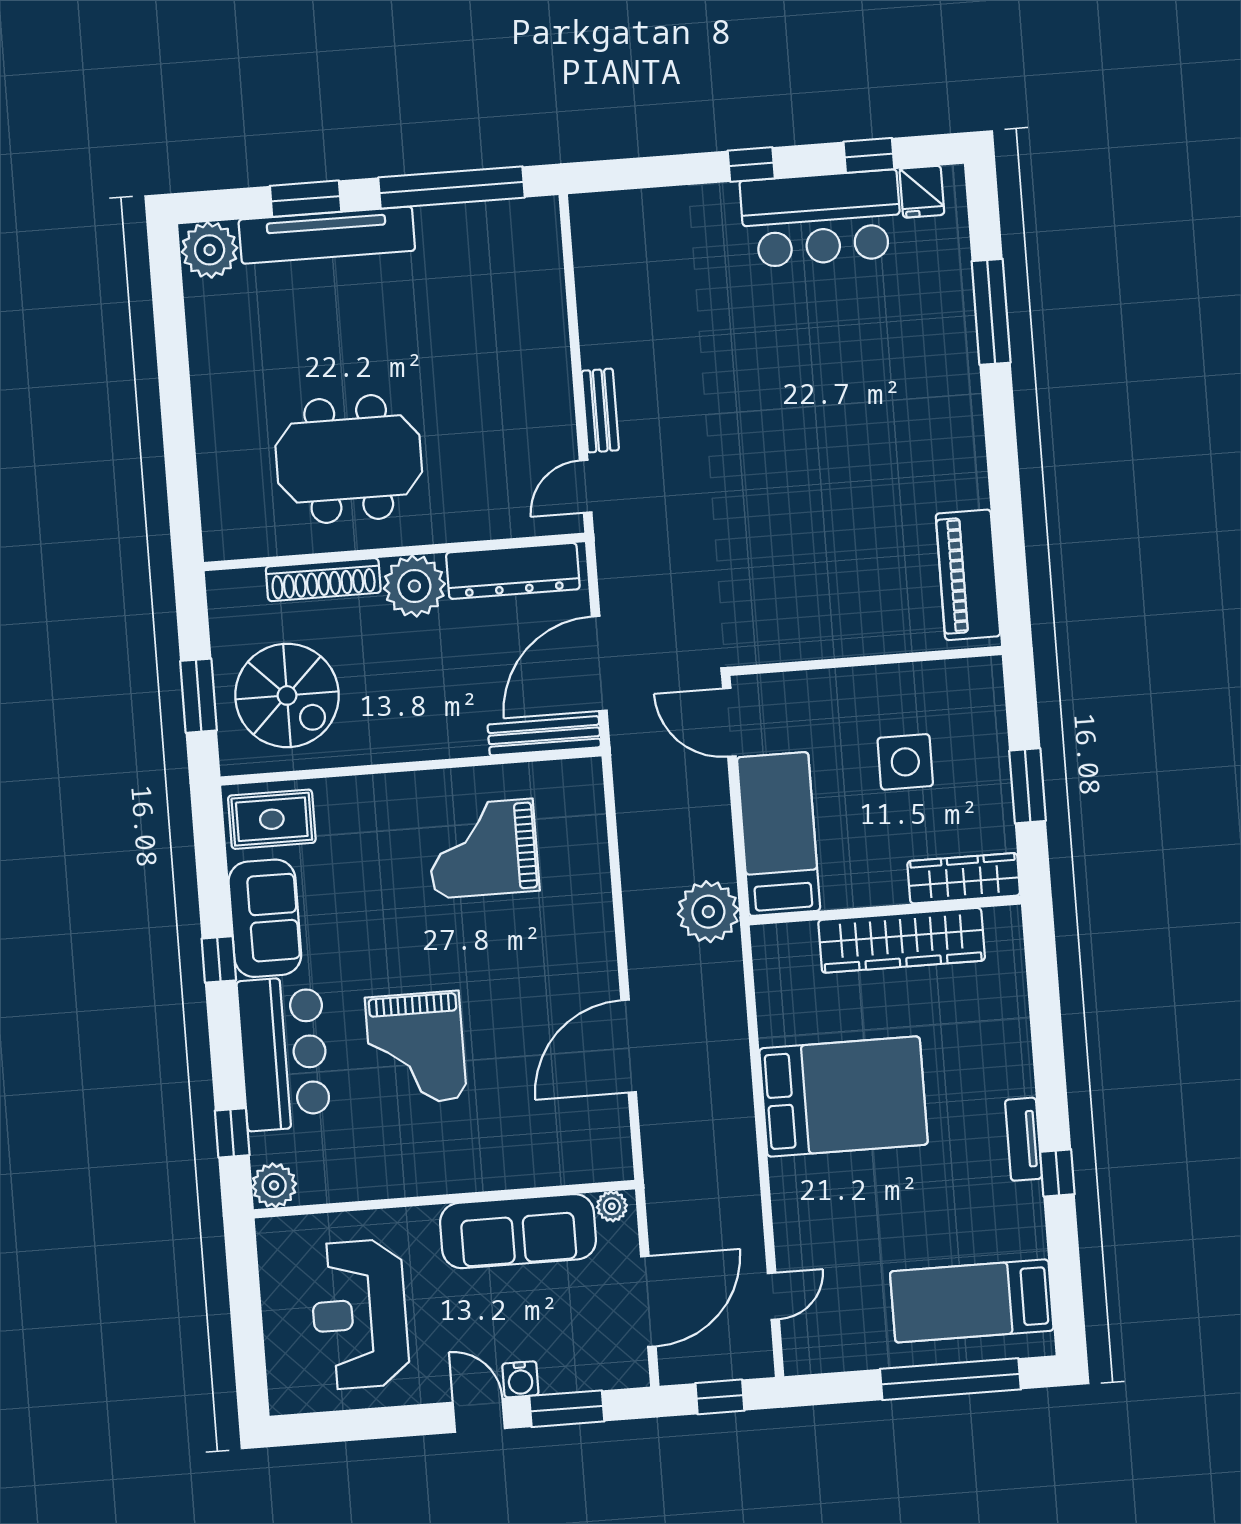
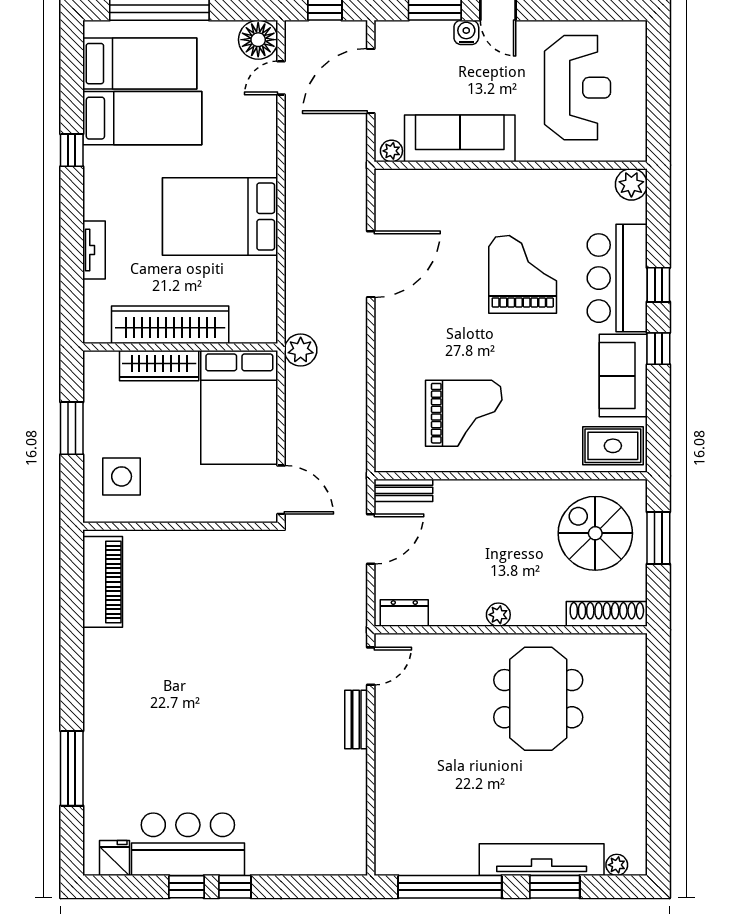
window: (869, 155) -> (187, 887), moved
plant: (210, 250) -> (617, 865), width x0.53, depth x0.53
meeting table: (349, 459) -> (538, 699), turned 90
dresser: (513, 571) -> (404, 613), width x0.51, depth x0.80
shoe rack: (323, 580) -> (607, 614), moved
plant: (414, 586) -> (498, 615), width x0.53, depth x0.53
door: (599, 663) -> (371, 539), width x0.73
bench: (544, 736) -> (403, 490), width x0.73
side table: (905, 762) -> (122, 476), moved
bed: (779, 834) -> (239, 407), width x1.50
wardrobe: (964, 878) -> (159, 366), moved
plant: (708, 912) -> (301, 350), width x0.73, depth x0.73
window: (232, 1133) -> (658, 285), moved
tv unit: (1023, 1139) -> (94, 250), moved
bed: (963, 1225) -> (142, 118), added
floor lamp: (809, 1347) -> (258, 40), added

